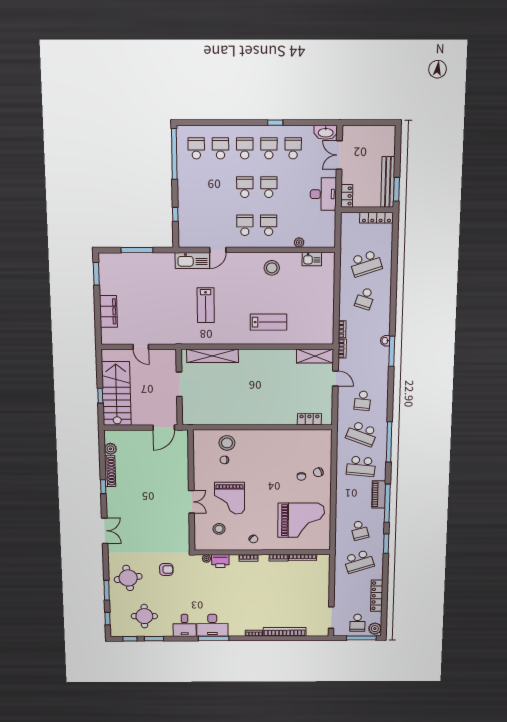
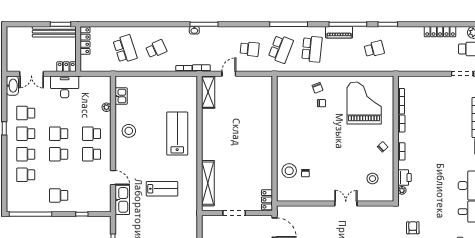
school desk: (196, 148) -> (59, 195), moved
school desk: (365, 299) -> (156, 49), turned -42
lab bench: (269, 322) -> (177, 134), width x1.36, depth x1.39
locker: (309, 419) -> (267, 200), moved
grand piano: (230, 498) -> (342, 169), removed
school desk: (359, 561) -> (405, 49), removed

